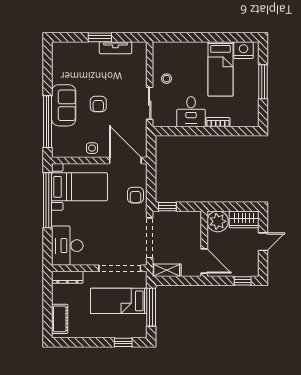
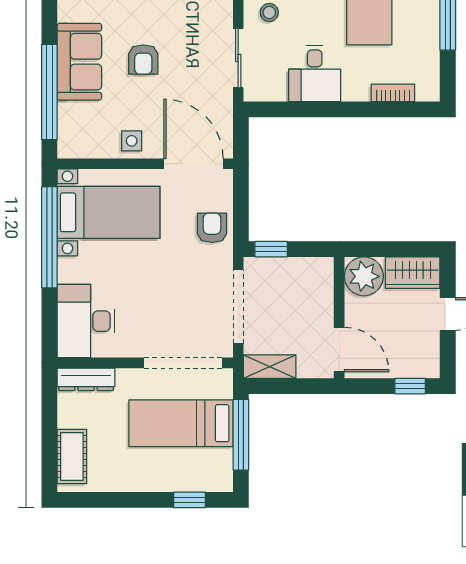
bookcase: (218, 122) -> (393, 93), moved
armchair: (135, 195) -> (212, 228), turned 180

